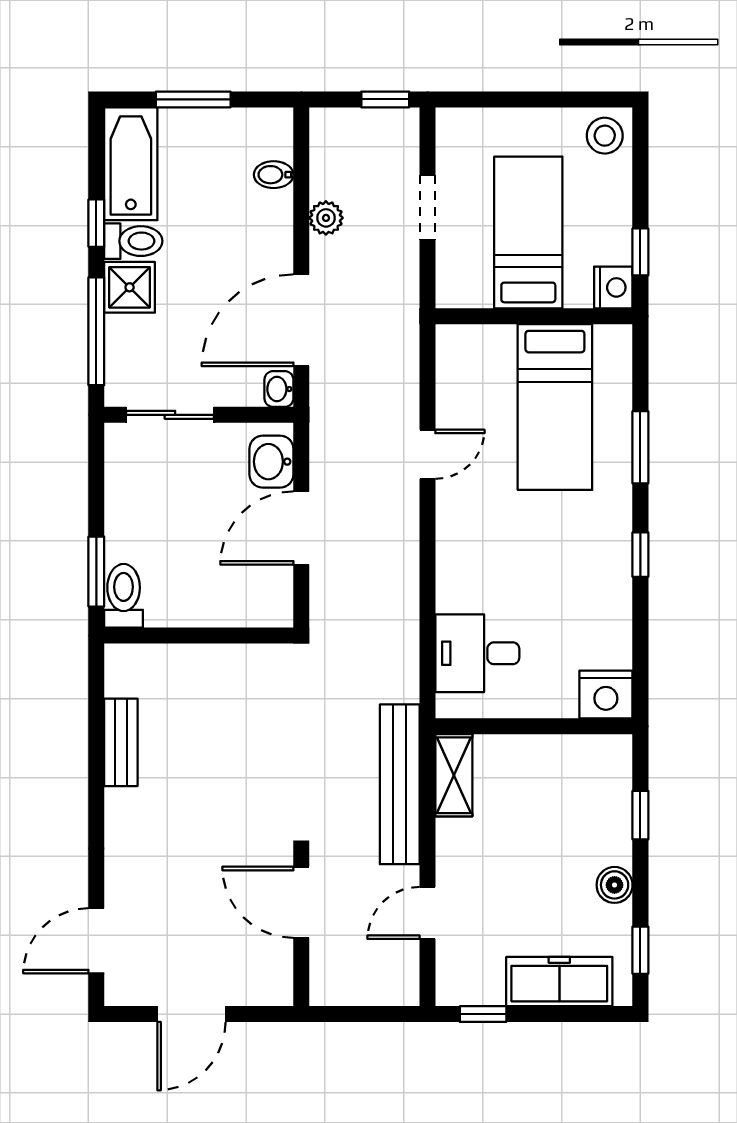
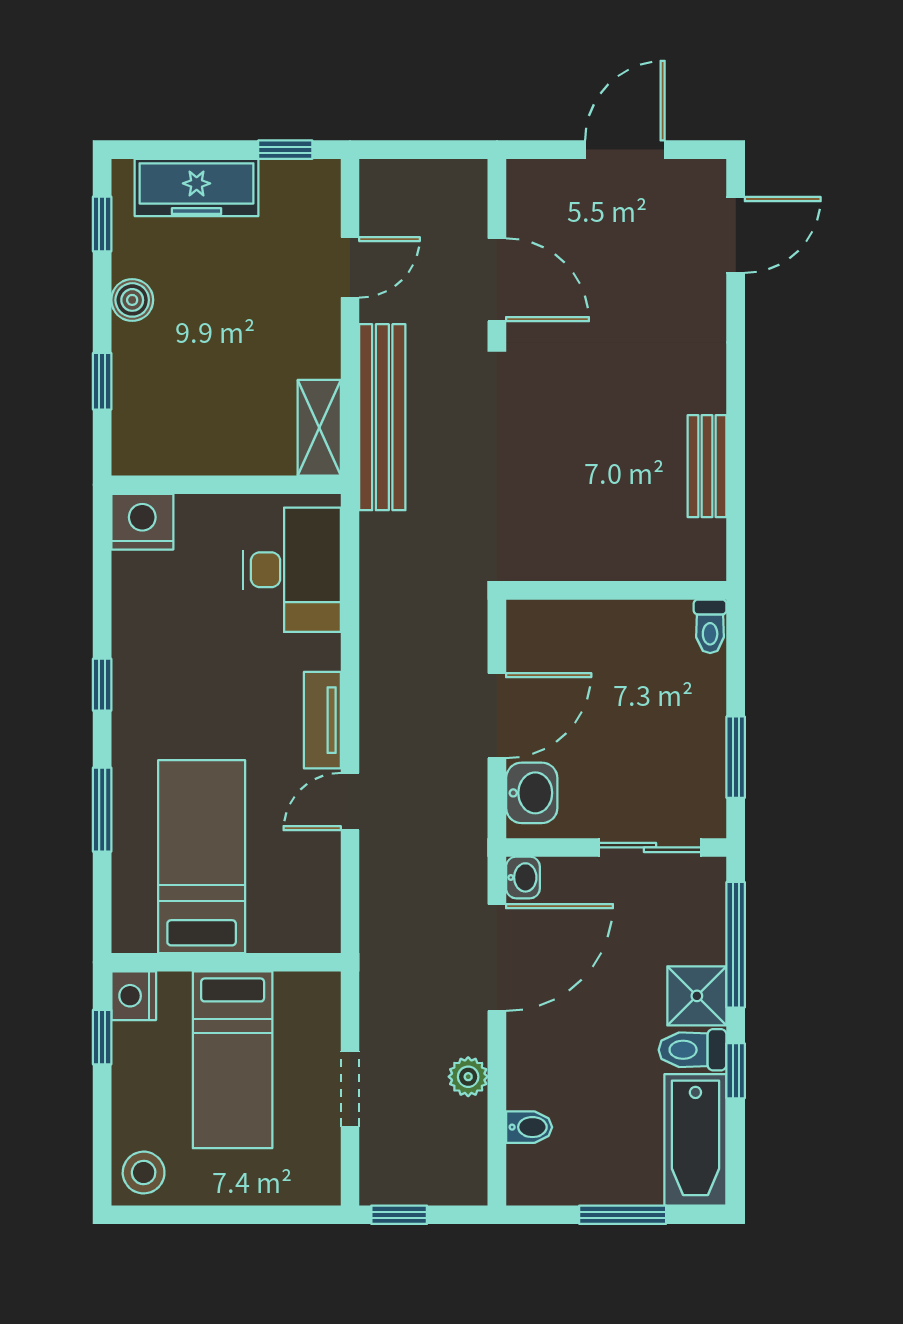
tv unit: (451, 524) -> (322, 720), added
window: (96, 572) -> (736, 757), moved
toilet: (124, 596) -> (710, 626), width x0.73, depth x0.72
desk: (477, 653) -> (292, 570), width x1.37

